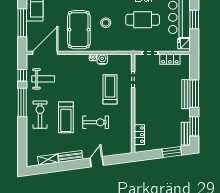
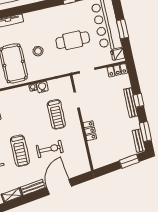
locker: (170, 59) -> (117, 70), moved
treadmill: (110, 89) -> (56, 114), turned 180
window: (194, 94) -> (138, 100), width x0.46
locker: (139, 135) -> (90, 131), moved
door: (97, 162) -> (59, 187), width x1.88

